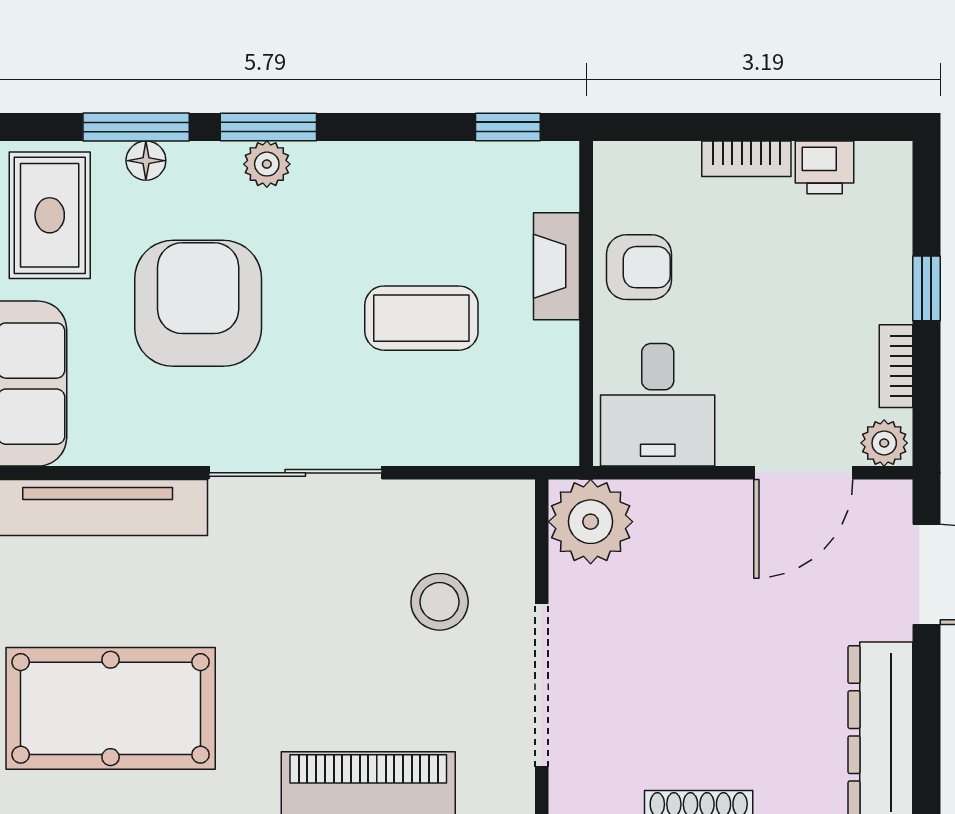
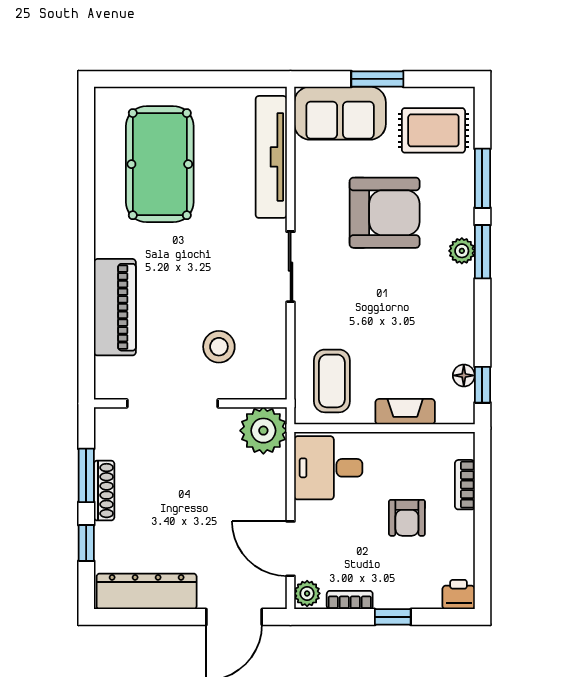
bookcase: (746, 159) -> (465, 485), moved
floor lamp: (146, 161) -> (464, 375), moved
printer: (825, 167) -> (459, 595), moved, turned 90
armchair: (639, 267) -> (407, 518), moved
coffee table: (421, 318) -> (332, 381), moved
sliding door: (295, 473) -> (291, 267), width x0.73

